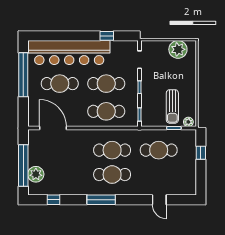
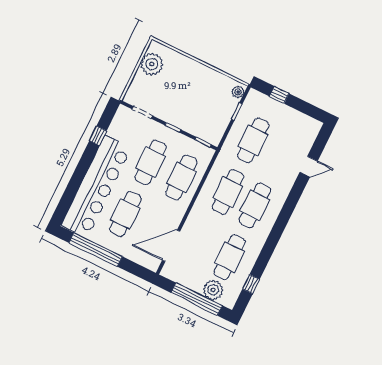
sun lounger: (172, 106) -> (212, 101), removed
cafe table: (65, 175) -> (230, 257), added
window: (101, 200) -> (277, 231), removed

